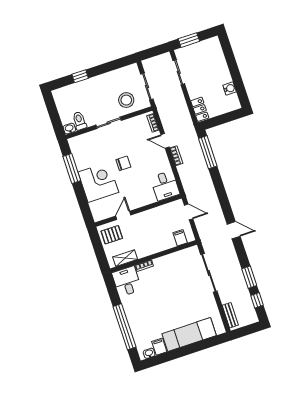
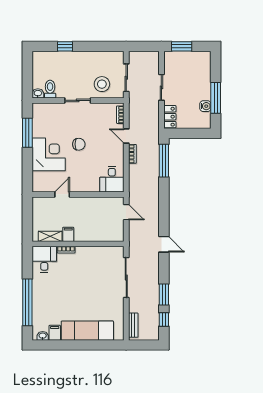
sliding door: (179, 72) -> (161, 87), moved
window: (237, 78) -> (216, 98), added
pallet: (112, 235) -> (45, 209), removed
filing cabinet: (180, 238) -> (68, 234), moved

